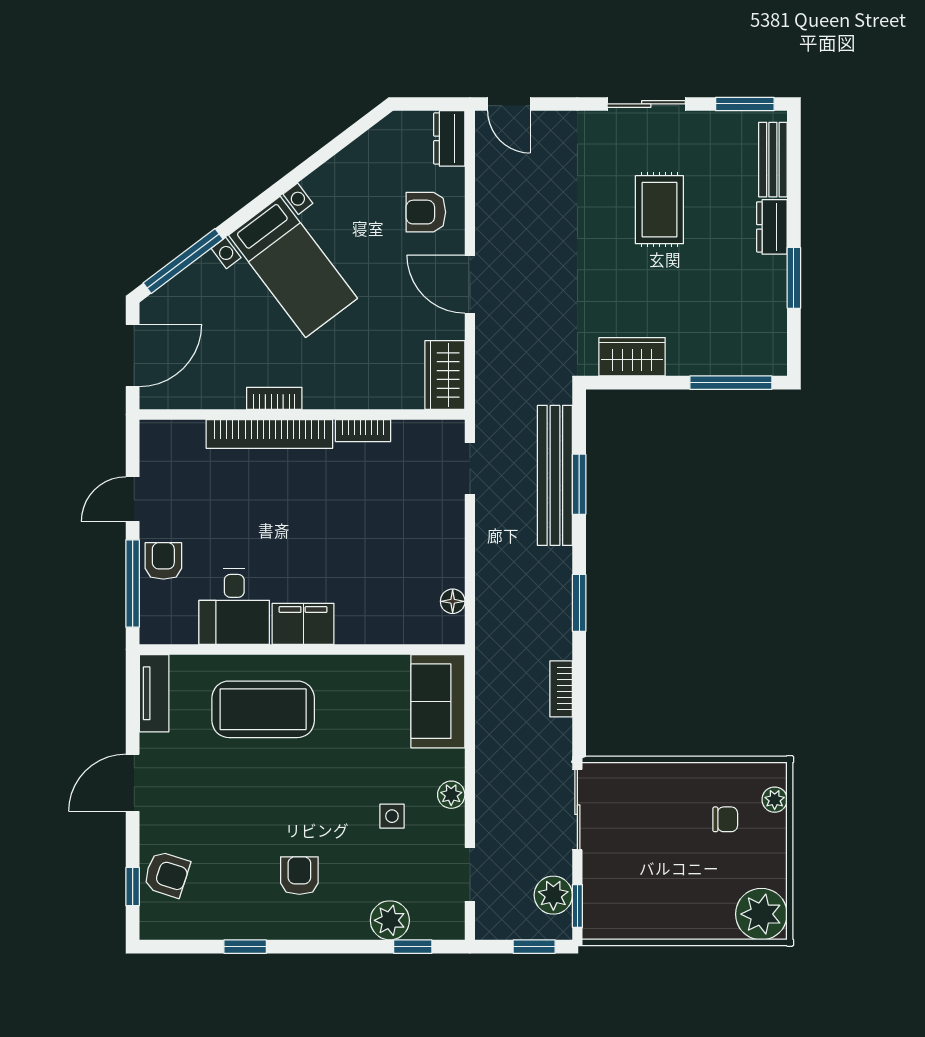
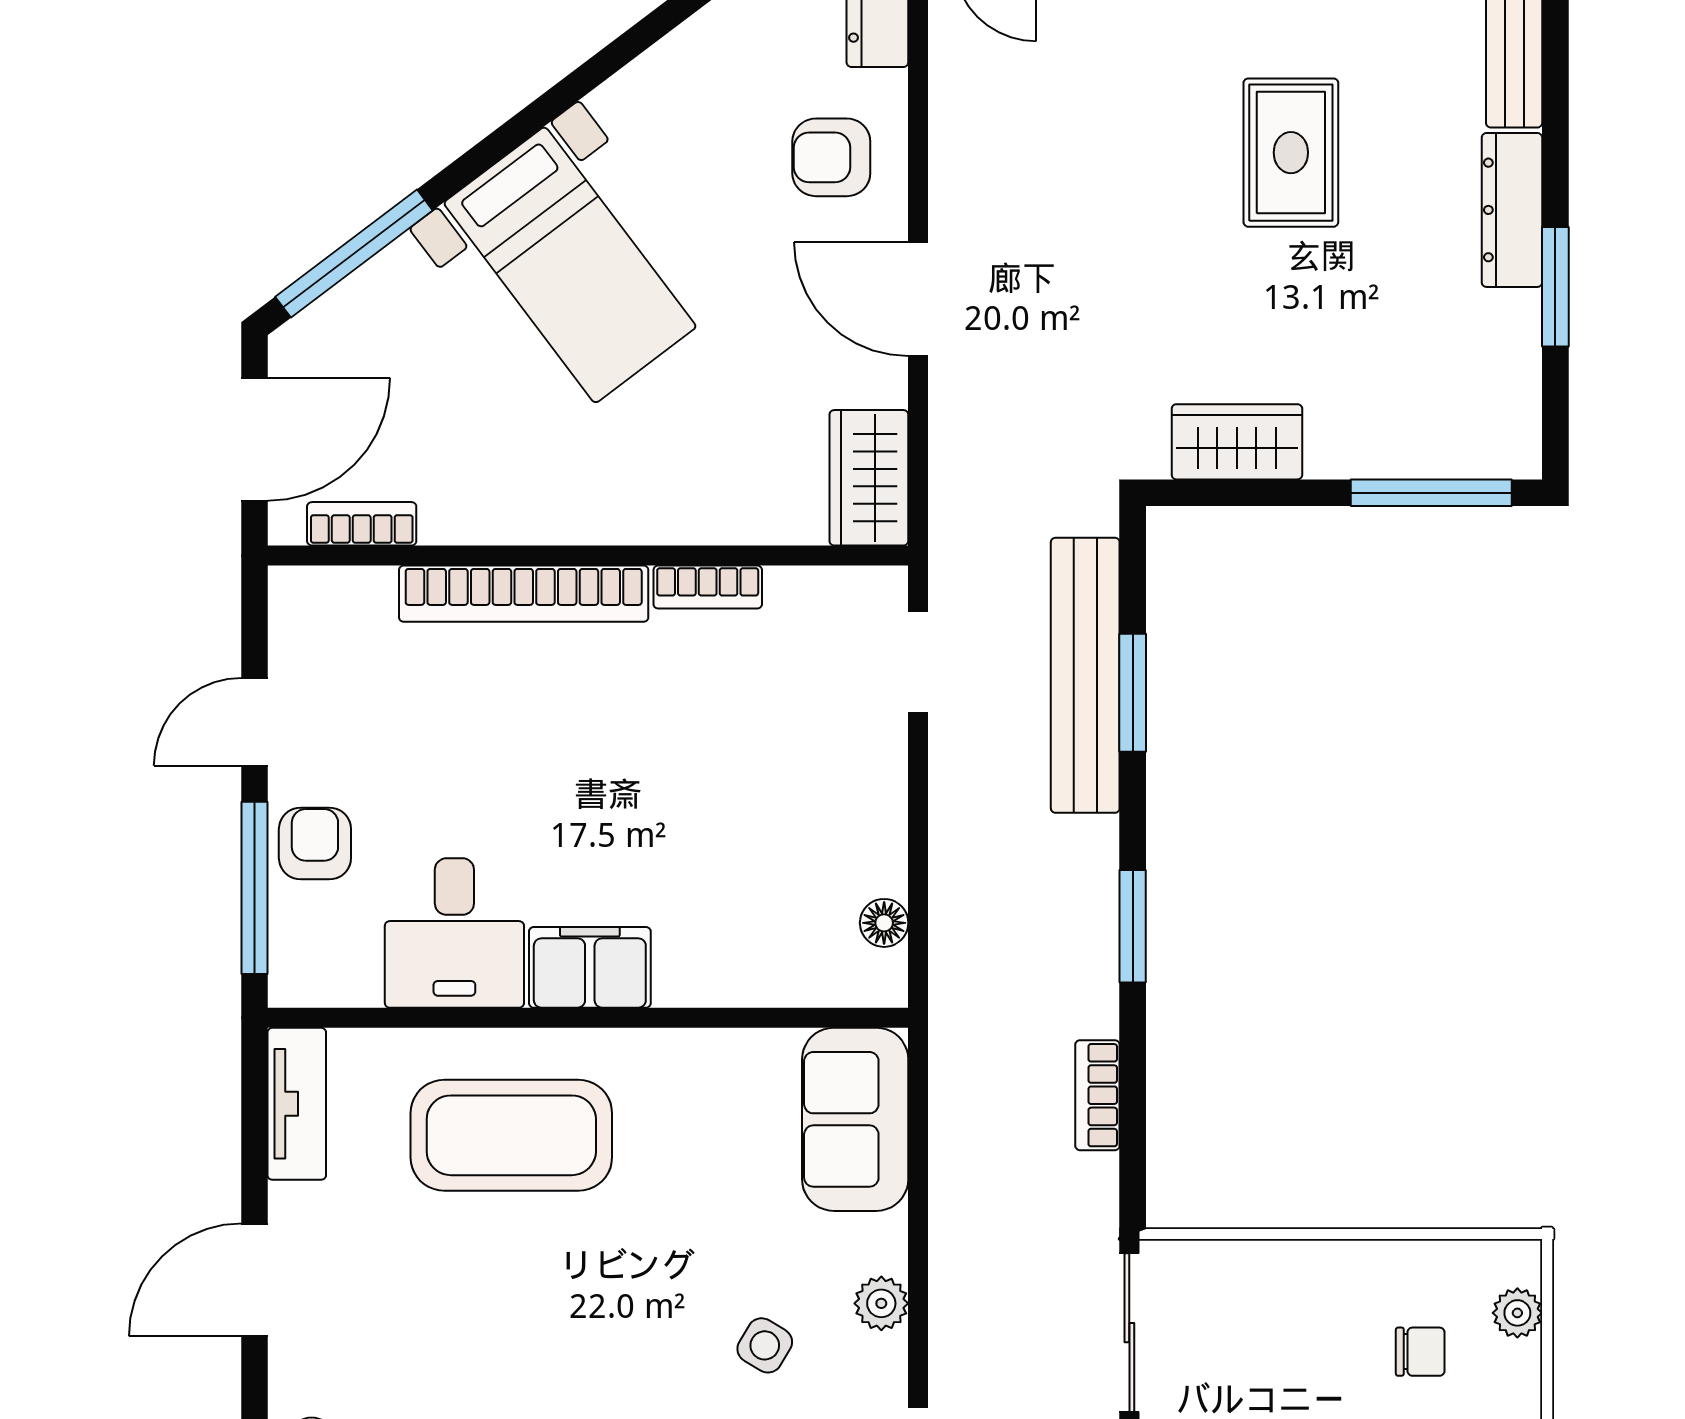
dresser: (772, 227) -> (1512, 210), width x1.44
bookcase: (274, 398) -> (362, 524), moved
side table: (392, 816) -> (765, 1345), turned 31

